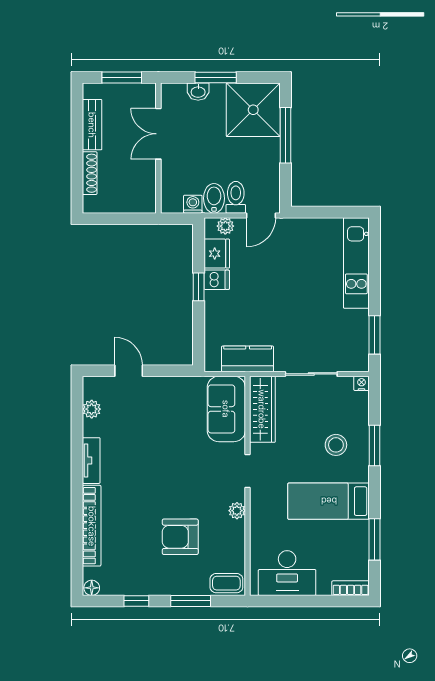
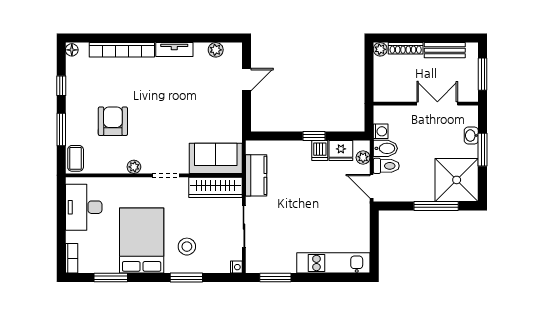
plant: (91, 205) -> (380, 49), added
bed: (329, 501) -> (142, 241), width x1.50

